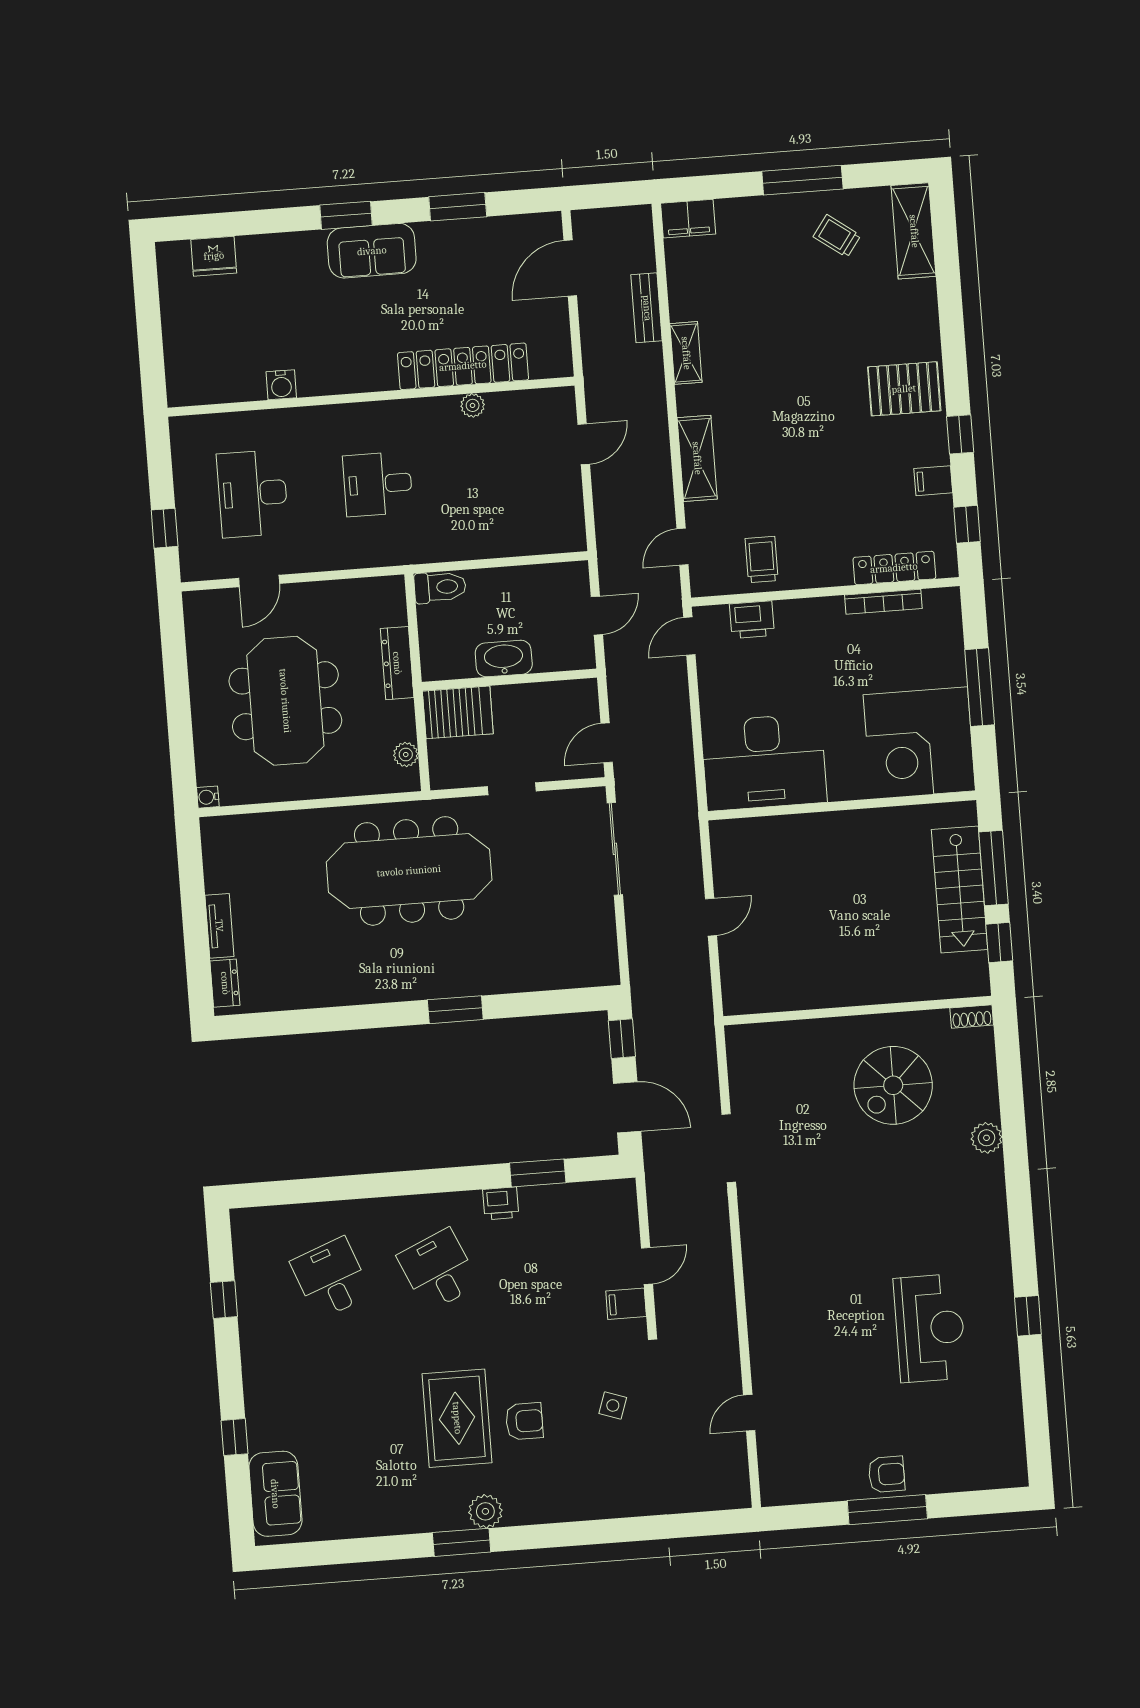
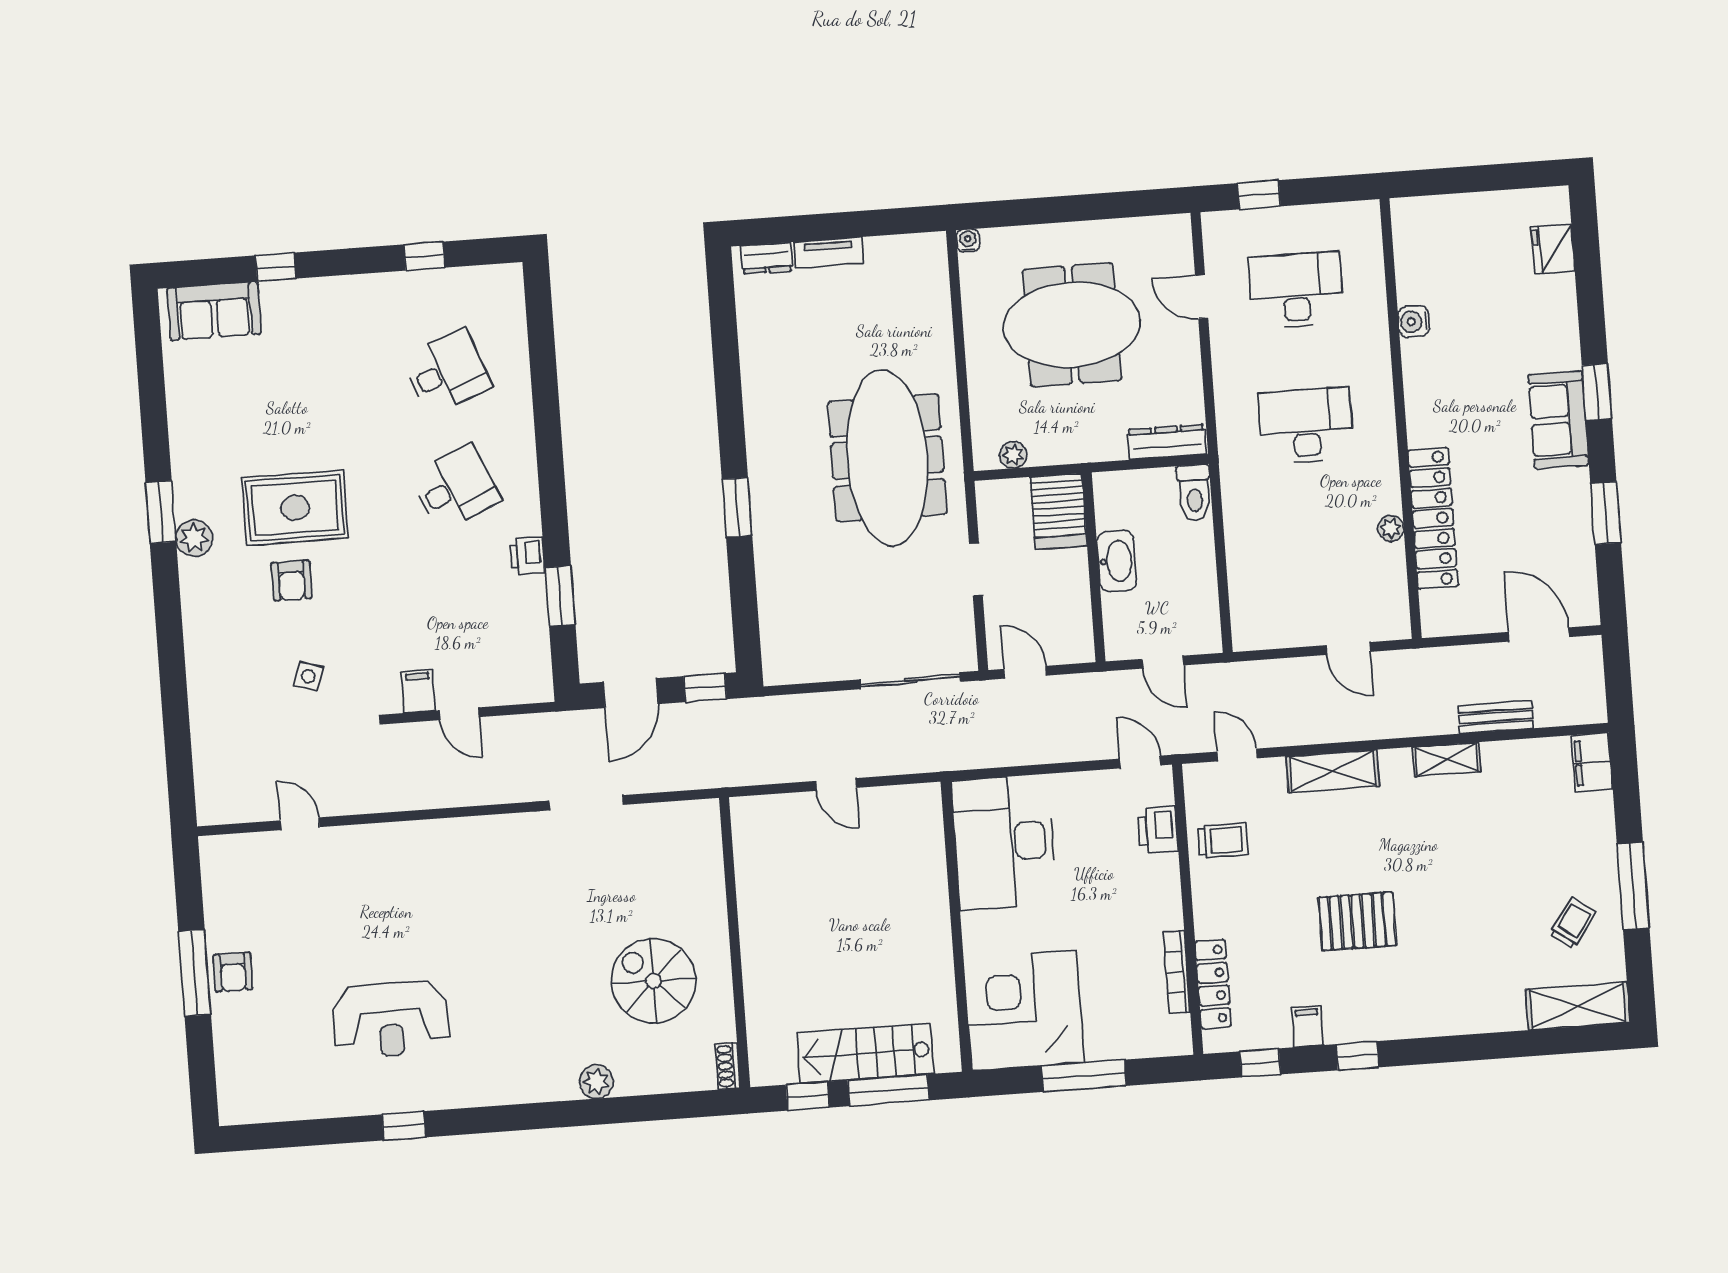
pallet: (904, 389) -> (1357, 921), moved, turned 90
desk: (378, 484) -> (1306, 426), width x1.37
dresser: (397, 663) -> (1167, 442), moved

